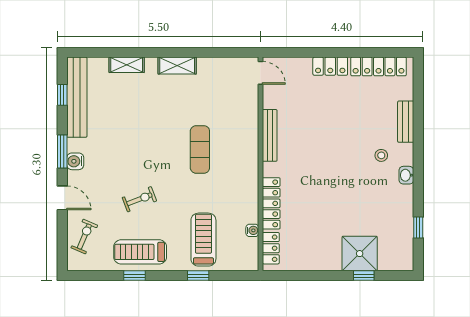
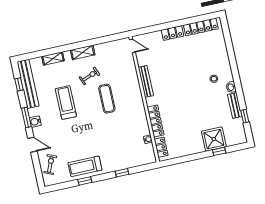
bench: (406, 122) -> (235, 105), moved
exercise bike: (139, 199) -> (89, 76), moved
treadmill: (203, 240) -> (66, 103), moved

